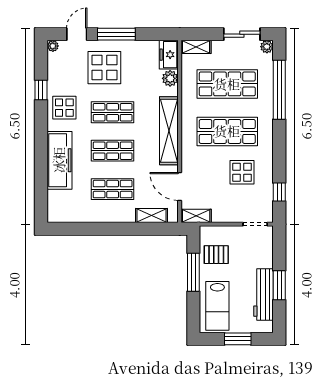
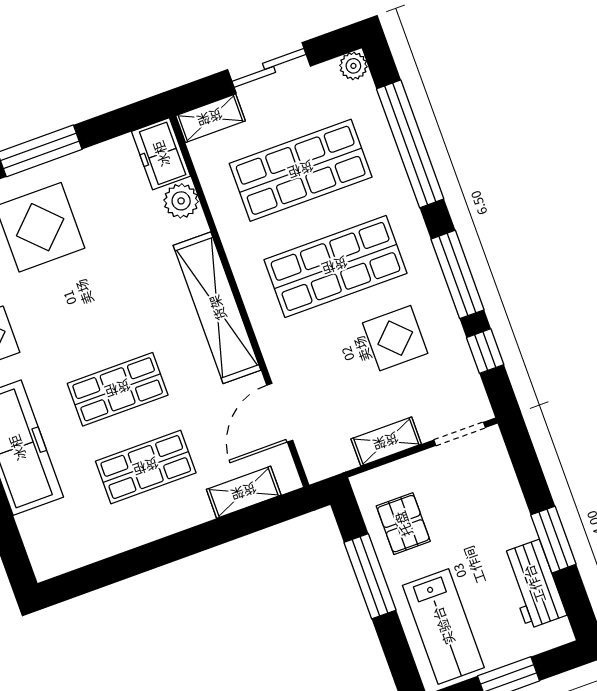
sliding door: (242, 34) -> (269, 68), moved
shop shelf: (113, 112) -> (89, 312), removed
window: (279, 154) -> (457, 274), added
door: (180, 187) -> (280, 413), hinge flipped
shelving: (196, 216) -> (386, 442), moved
pallet: (216, 255) -> (403, 524), turned 90
workbench: (264, 295) -> (534, 584), width x0.73

